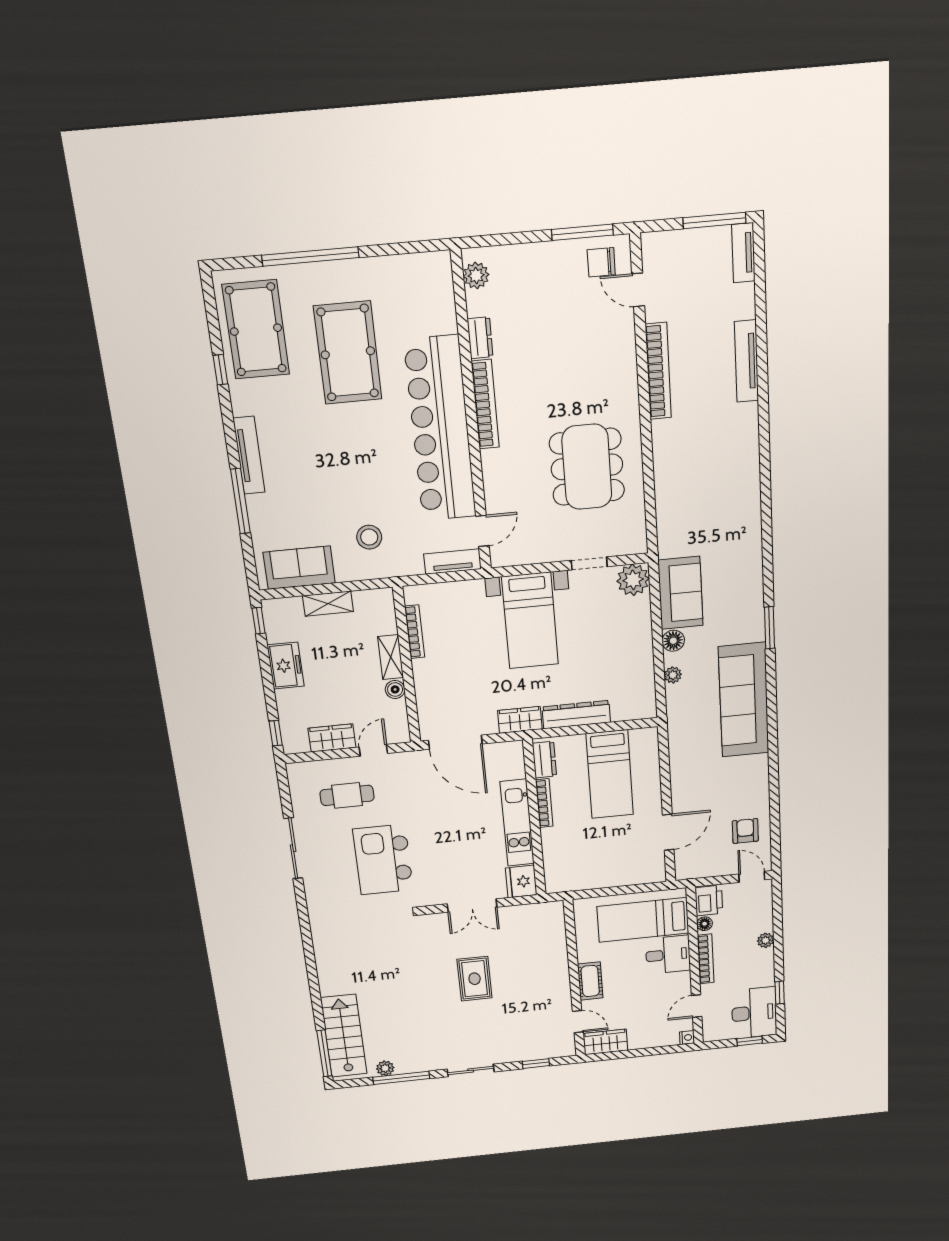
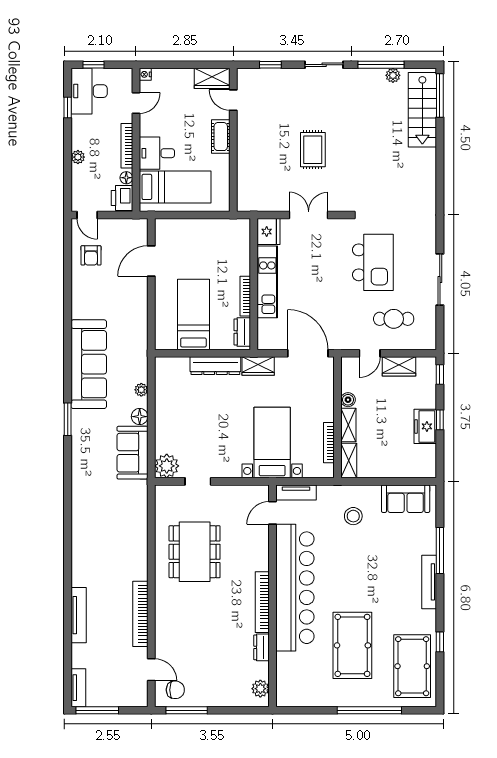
shelving: (328, 604) -> (349, 461), moved, turned 90
window: (259, 621) -> (440, 420), moved
bed with nightstands: (530, 621) -> (272, 443), moved

